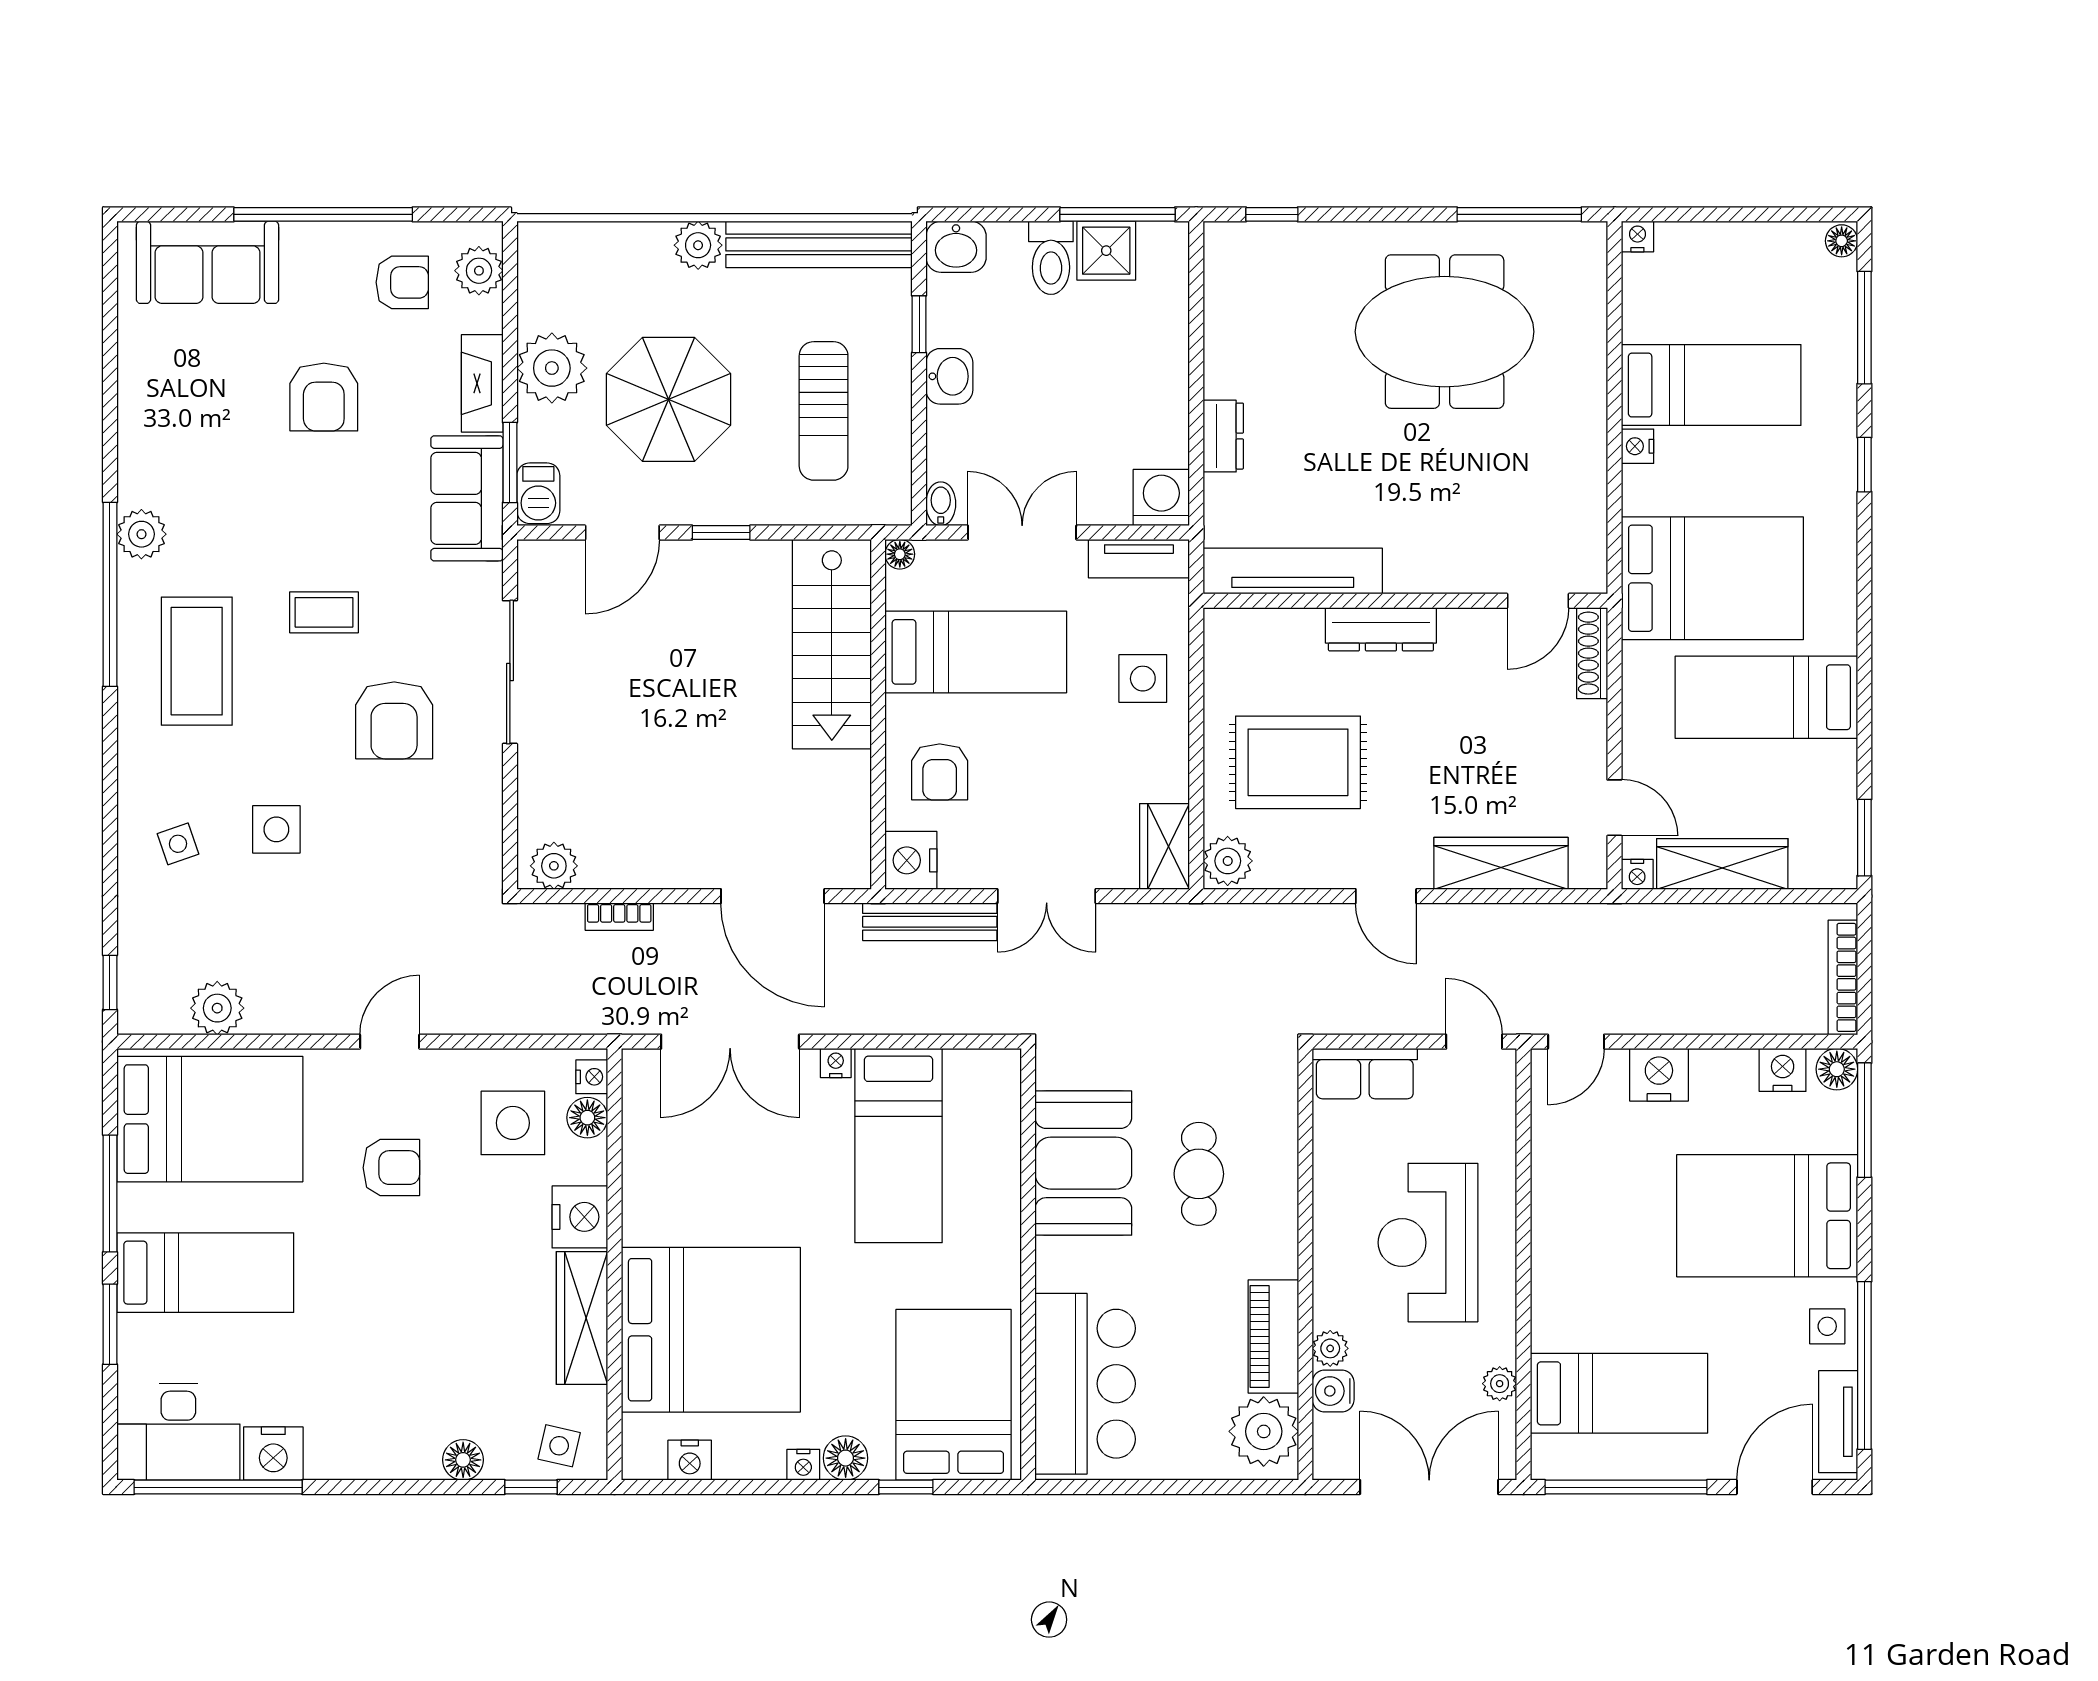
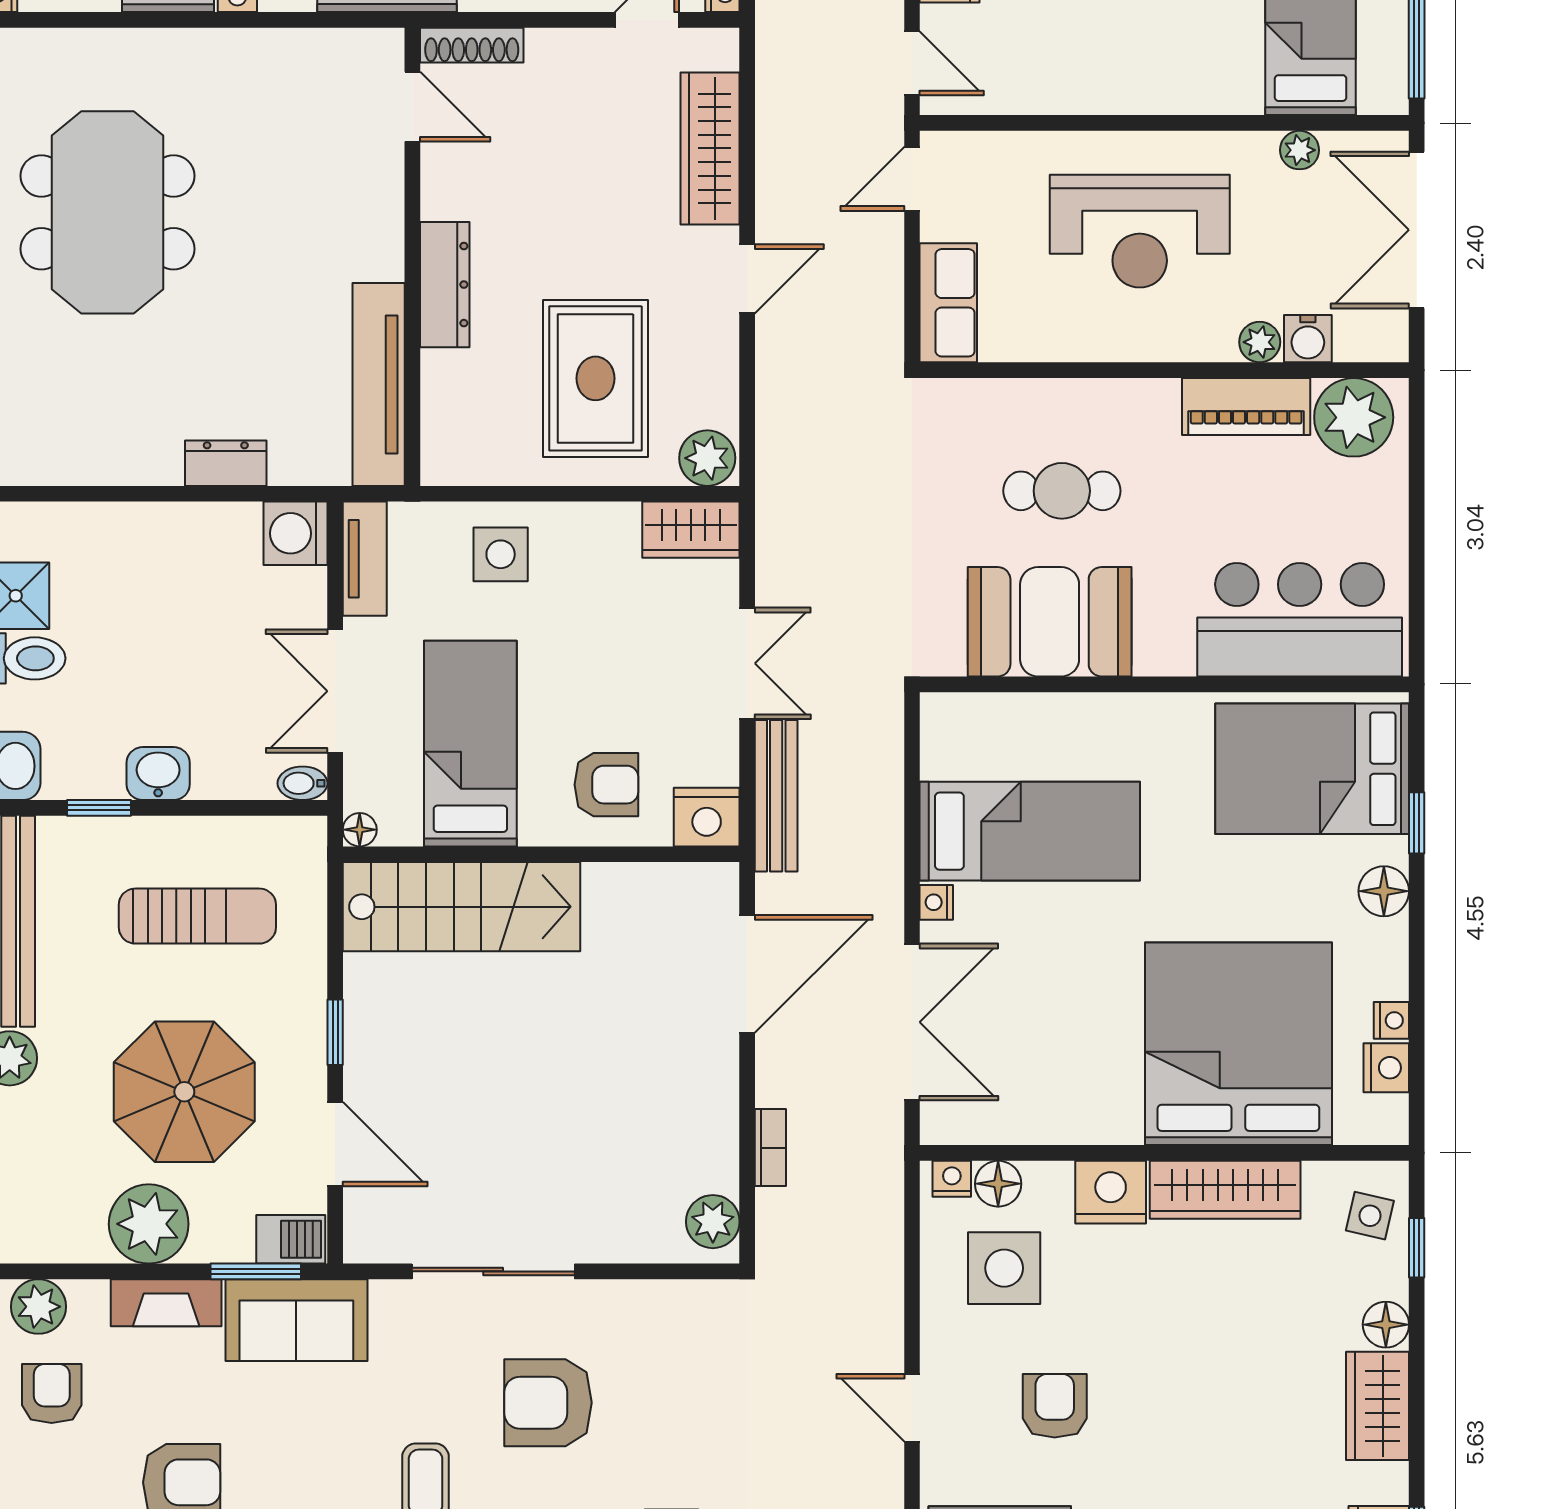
armchair: (394, 720) -> (548, 1403), turned 180
wardrobe: (391, 1452) -> (1378, 1406), added
nightstand: (803, 1465) -> (1391, 1020), moved

